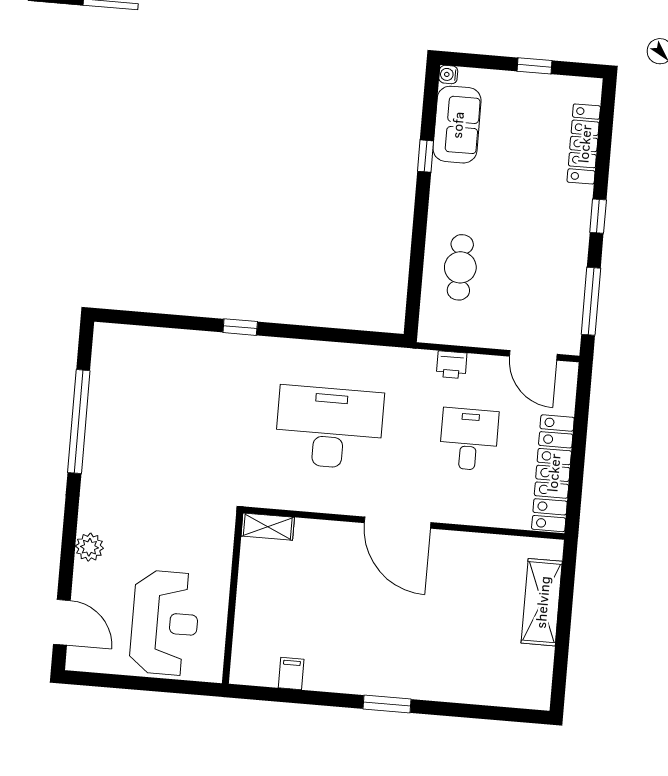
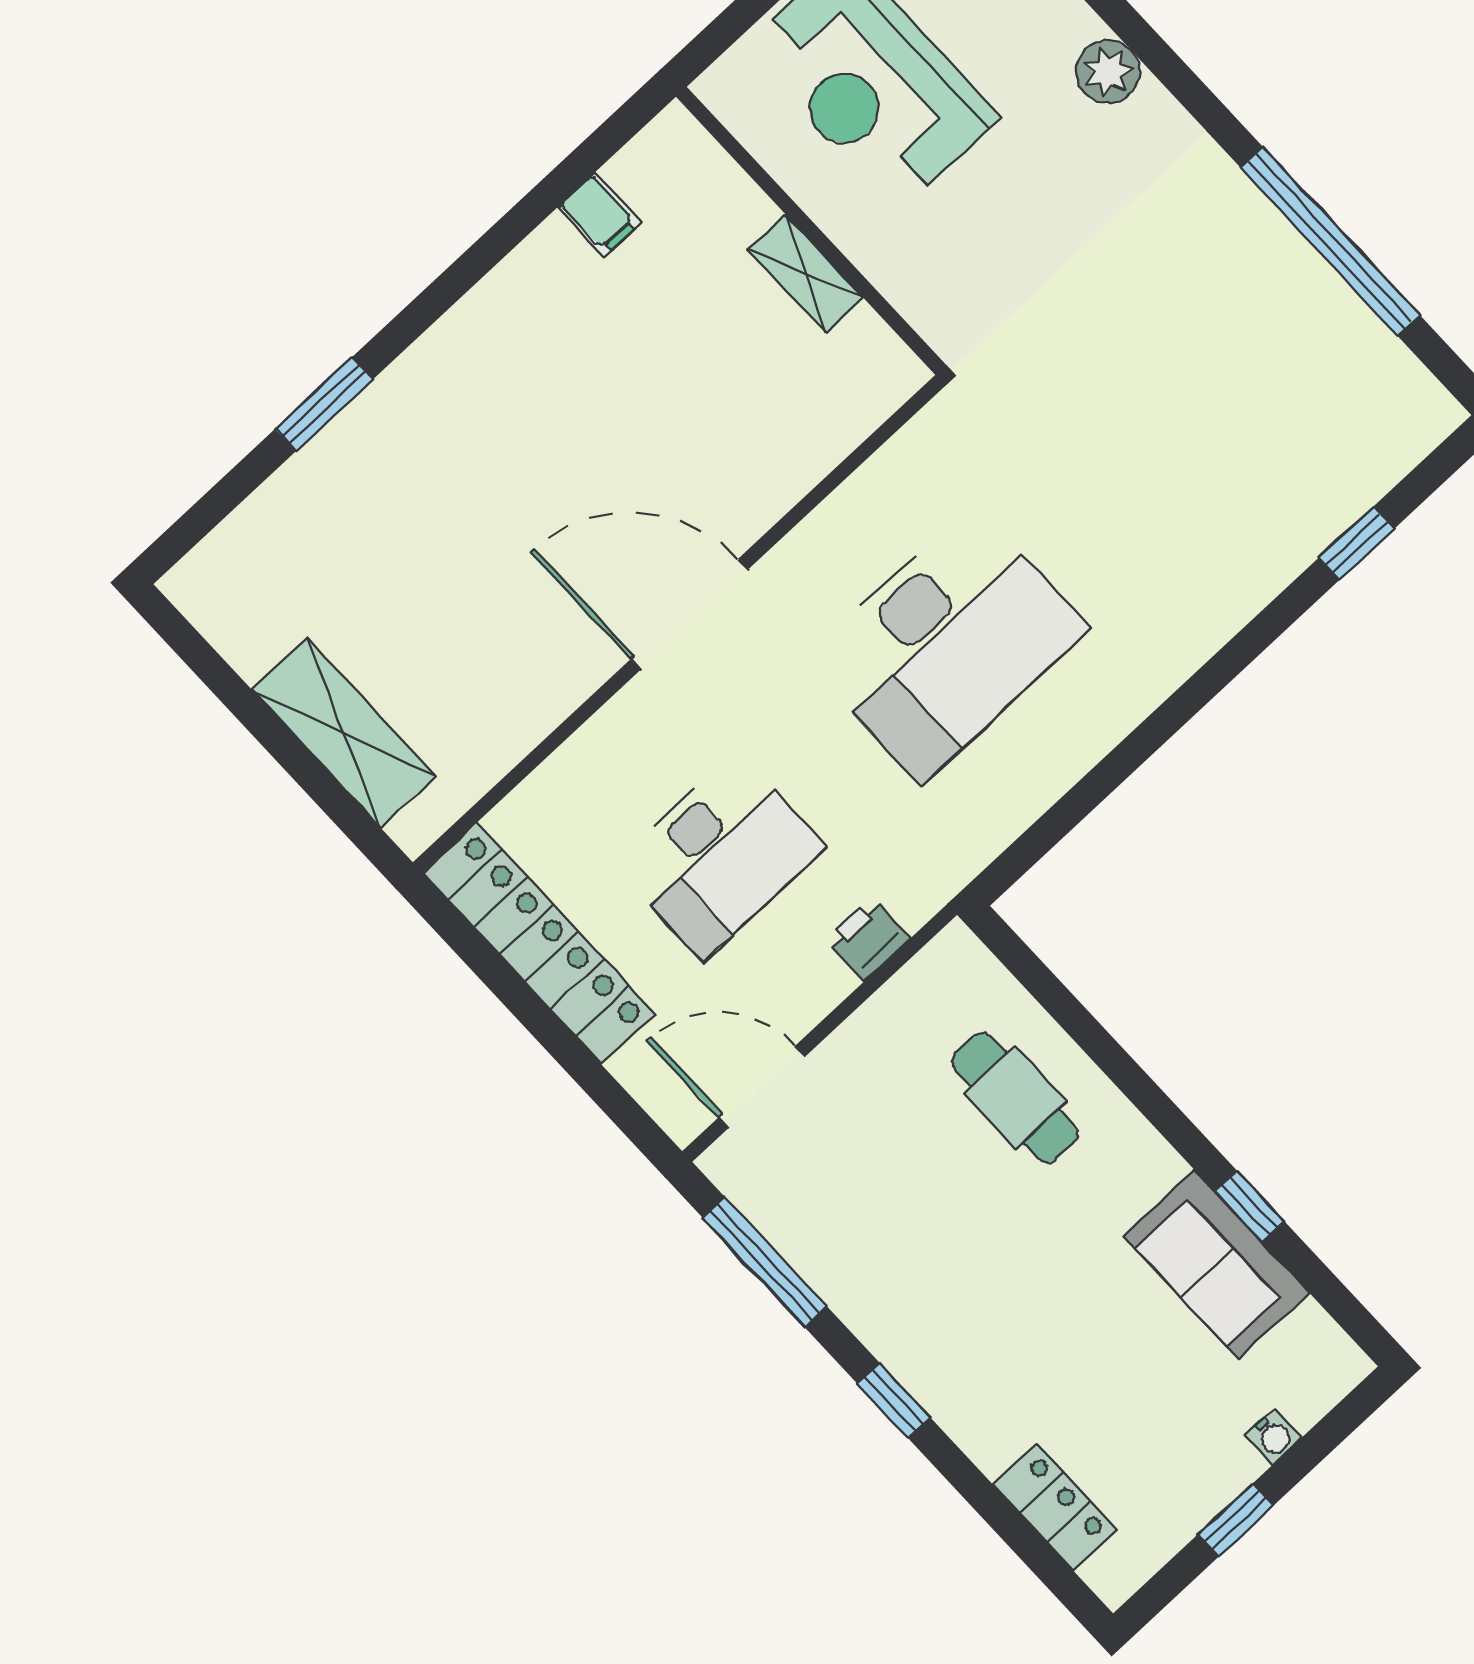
water cooler: (448, 75) -> (1274, 1437), moved, turned 90
sofa: (457, 125) -> (1216, 1264), moved
locker: (584, 144) -> (1055, 1507), width x0.66
window: (240, 327) -> (1357, 543), moved
desk: (469, 439) -> (720, 856), width x1.37
shelving: (268, 527) -> (806, 273), moved, turned 90
window: (387, 704) -> (324, 404), moved

